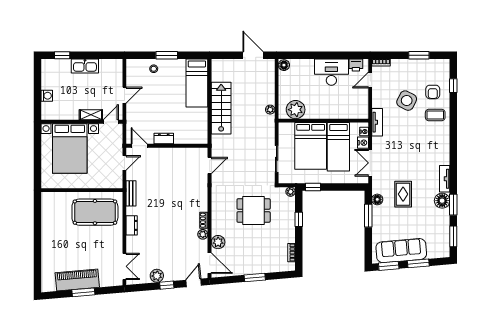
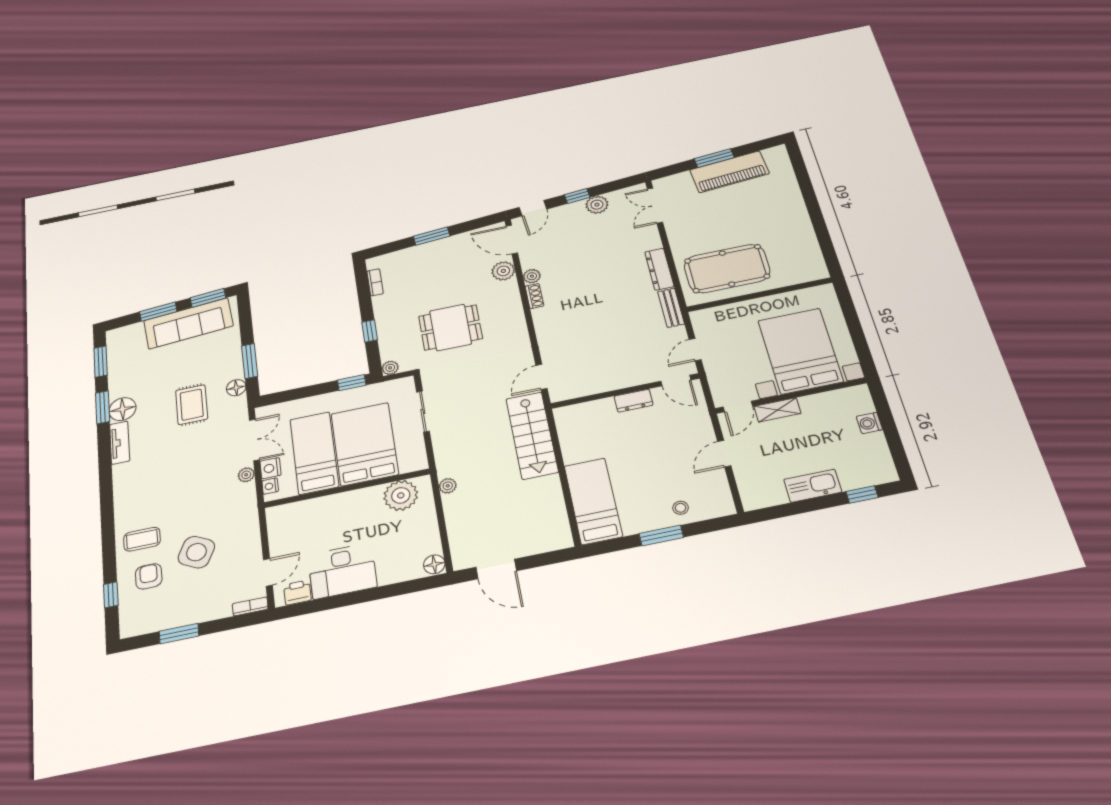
stairs: (221, 108) -> (532, 435), moved
tv unit: (377, 122) -> (248, 506), removed
plant: (376, 142) -> (246, 475), added
dresser: (132, 225) -> (659, 269), width x1.44

